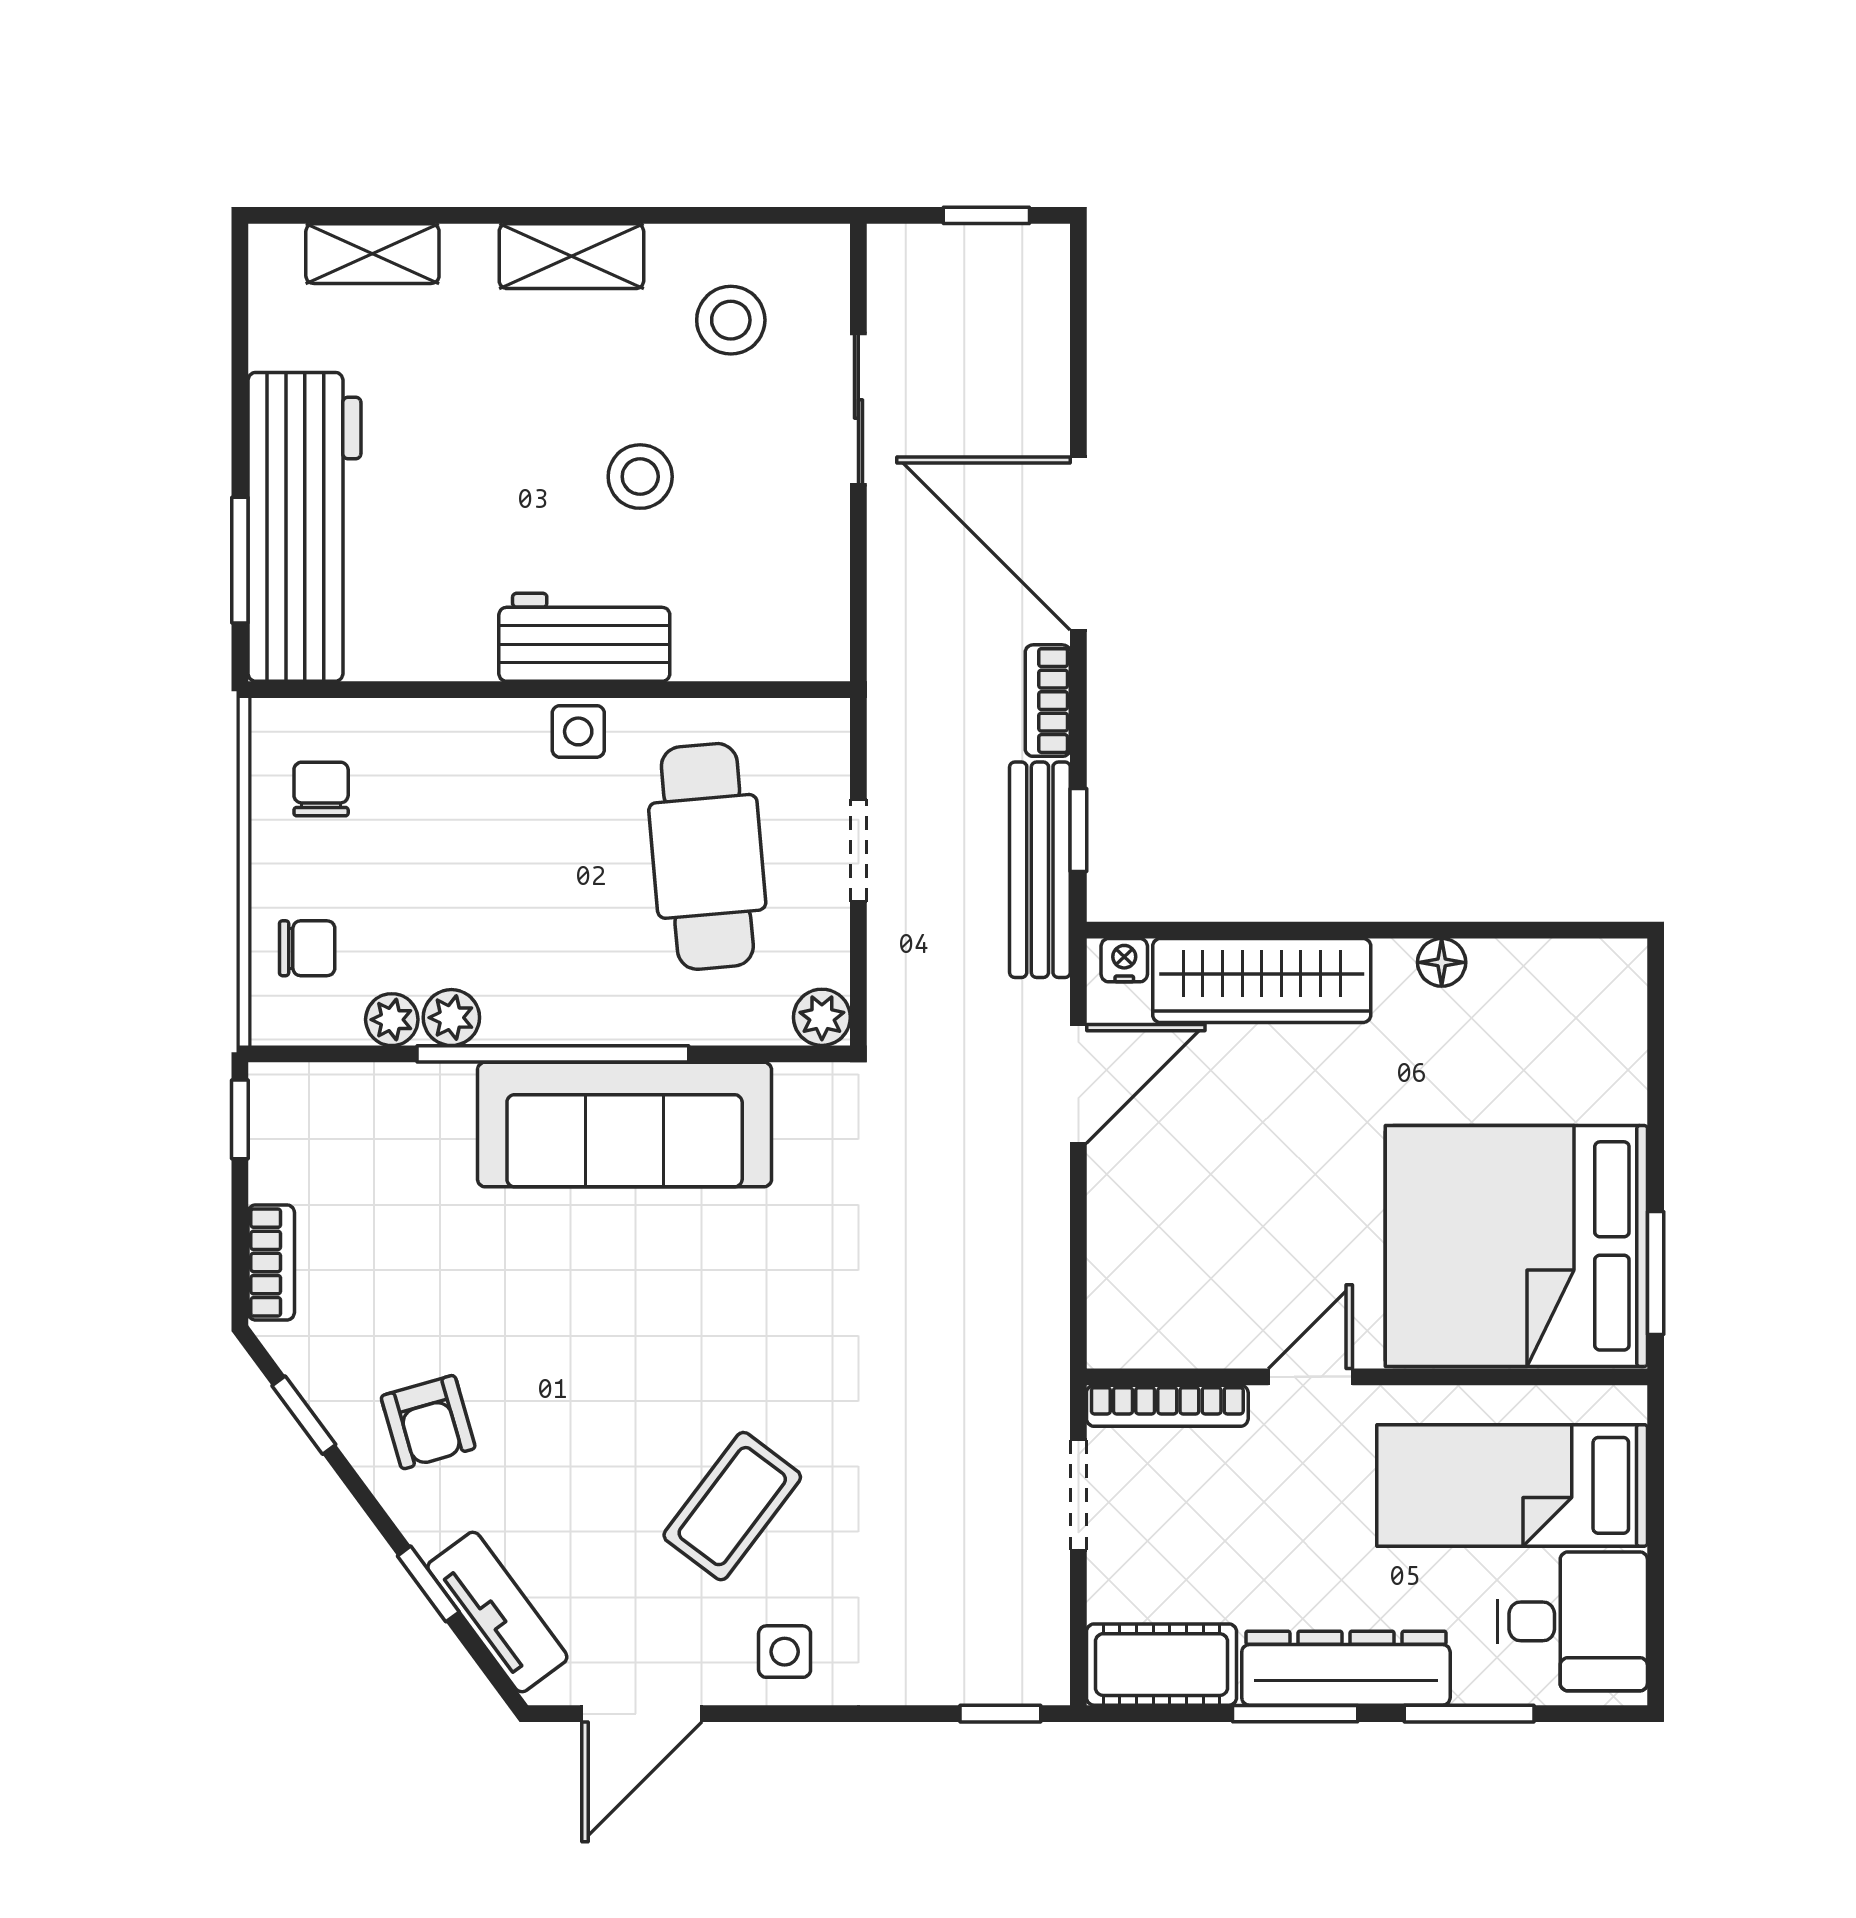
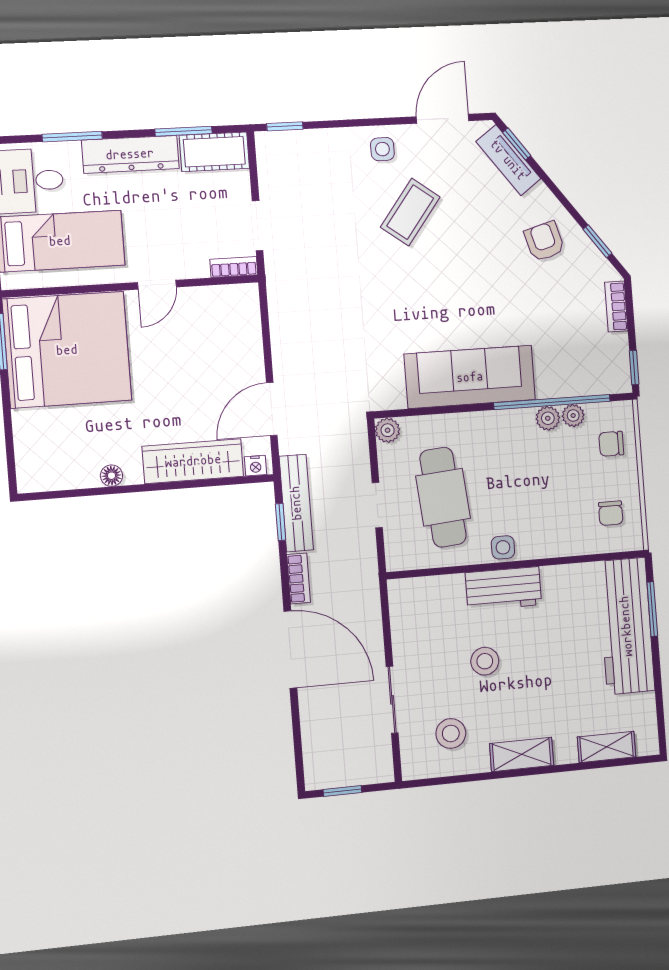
window: (553, 1054) -> (552, 402), moved
bookcase: (1167, 1406) -> (234, 267), width x0.64
window: (428, 1584) -> (517, 144), moved
window: (1295, 1714) -> (183, 131), moved

